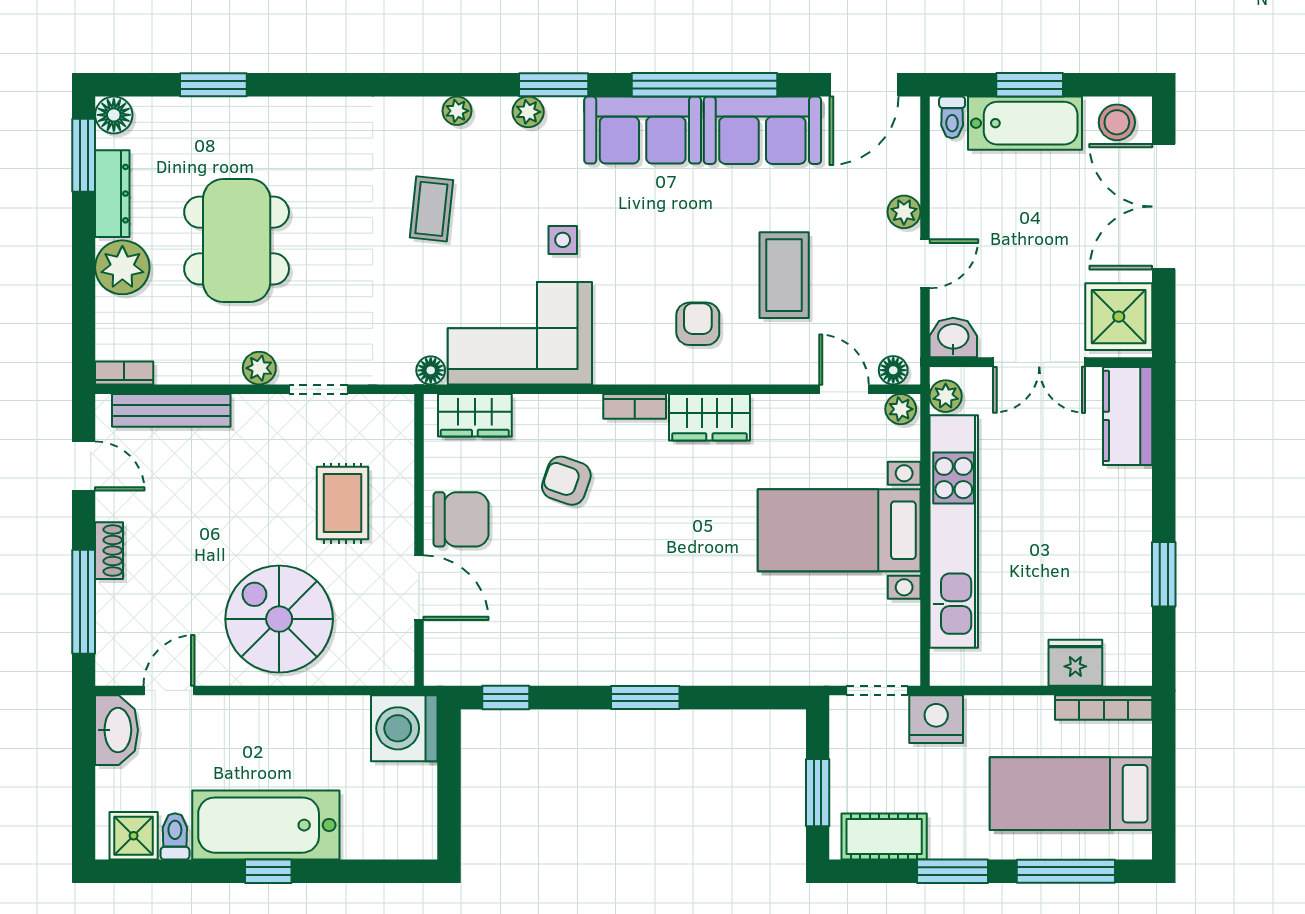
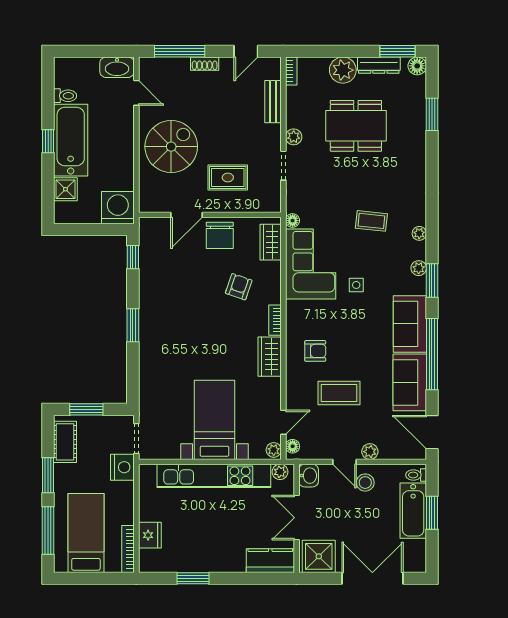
stool: (1117, 122) -> (365, 483), moved
bench: (171, 410) -> (273, 102), width x0.73
shower: (134, 836) -> (65, 189), moved

